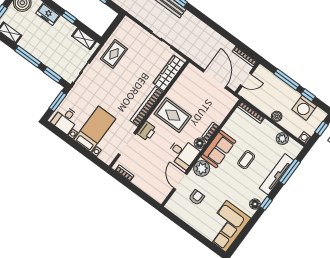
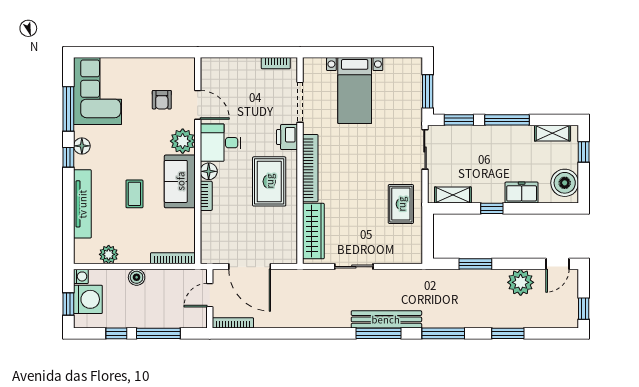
washing machine: (304, 108) -> (88, 299), moved, turned 90
rug: (173, 115) -> (269, 181), turned 90
desk: (65, 120) -> (401, 75), removed
window: (290, 172) -> (68, 109), moved

